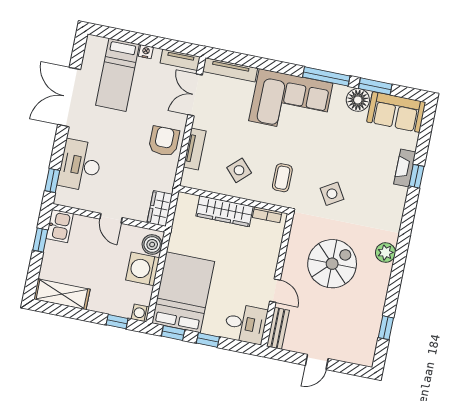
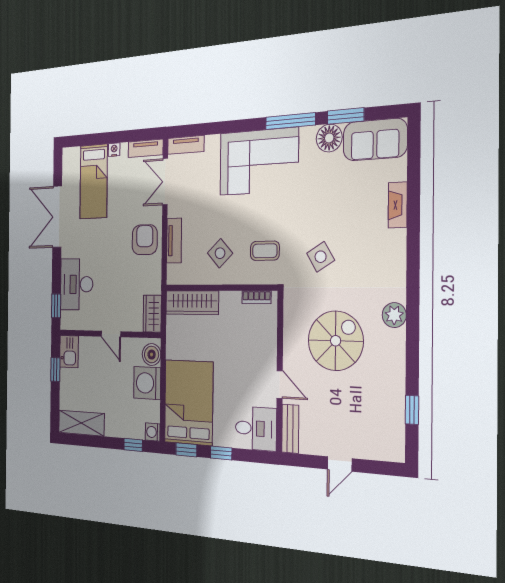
tv unit: (230, 70) -> (186, 145), width x0.71
window: (416, 176) -> (413, 212), removed
coffee table: (282, 178) -> (265, 251), turned 90
wardrobe: (225, 211) -> (192, 303), moved

